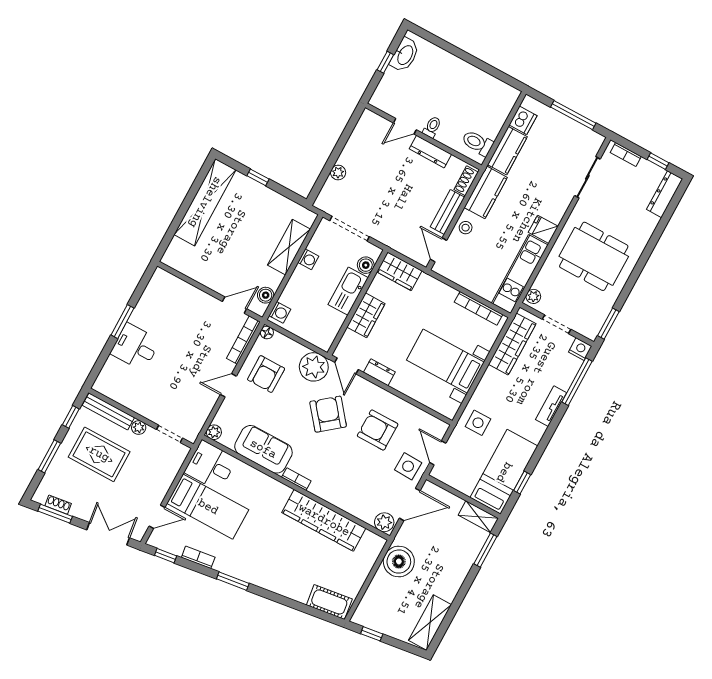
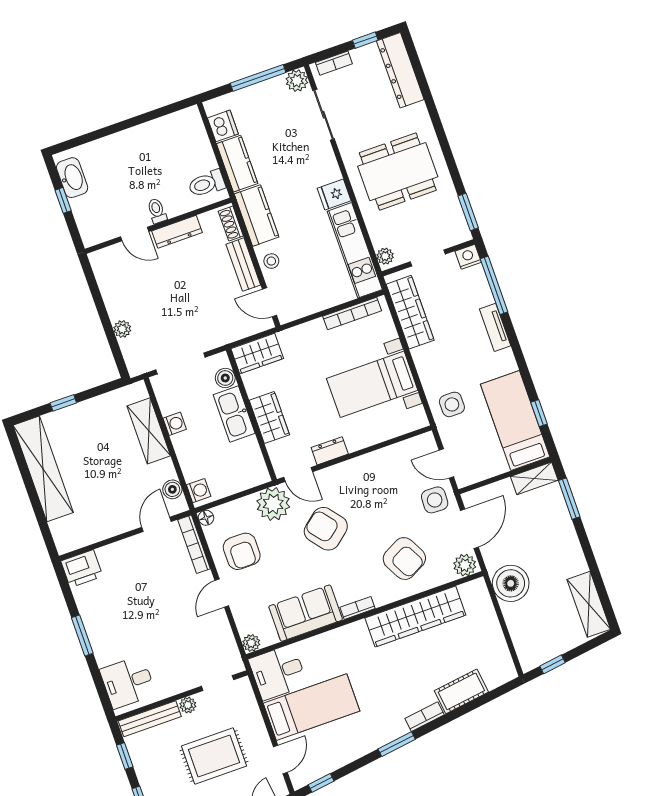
door: (405, 126) -> (135, 234), hinge flipped
plant: (594, 141) -> (297, 81), added
dresser: (665, 194) -> (400, 70), width x1.37, depth x1.24
printer: (164, 283) -> (82, 569), added
desk: (135, 347) -> (128, 682), moved
armchair: (378, 430) -> (404, 559), moved, turned -118
rug: (99, 454) -> (214, 756), moved
bookcase: (198, 557) -> (425, 717), moved
cot: (329, 602) -> (461, 691), moved

